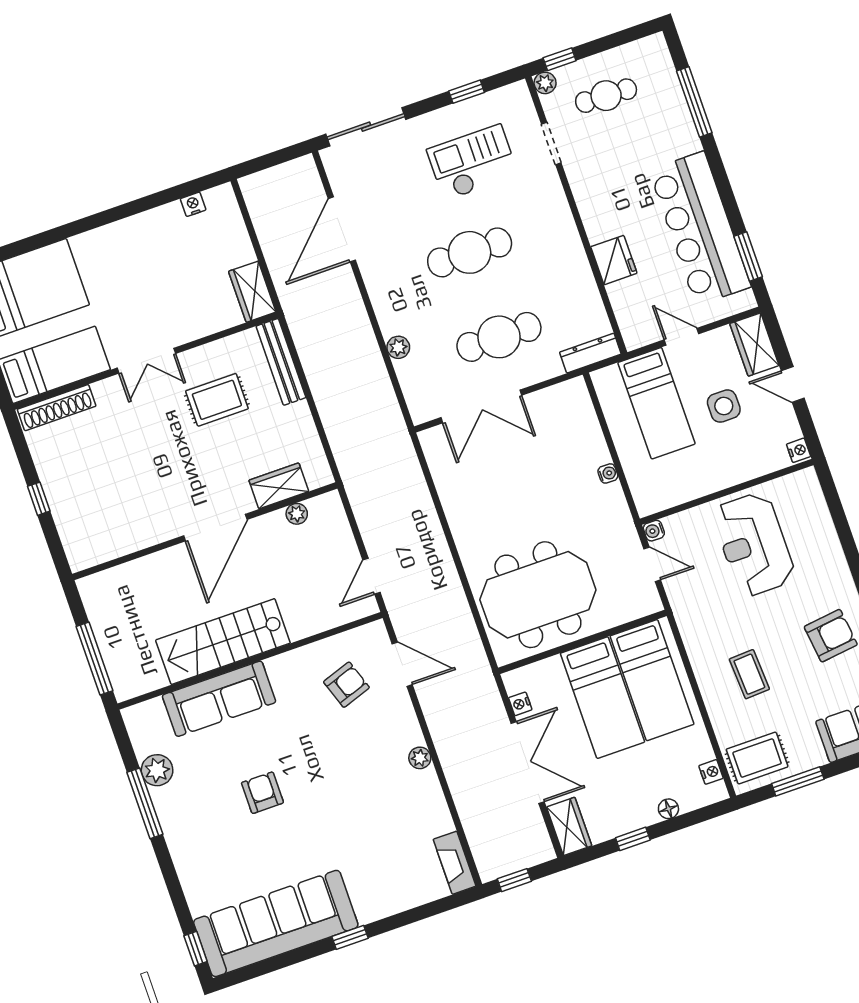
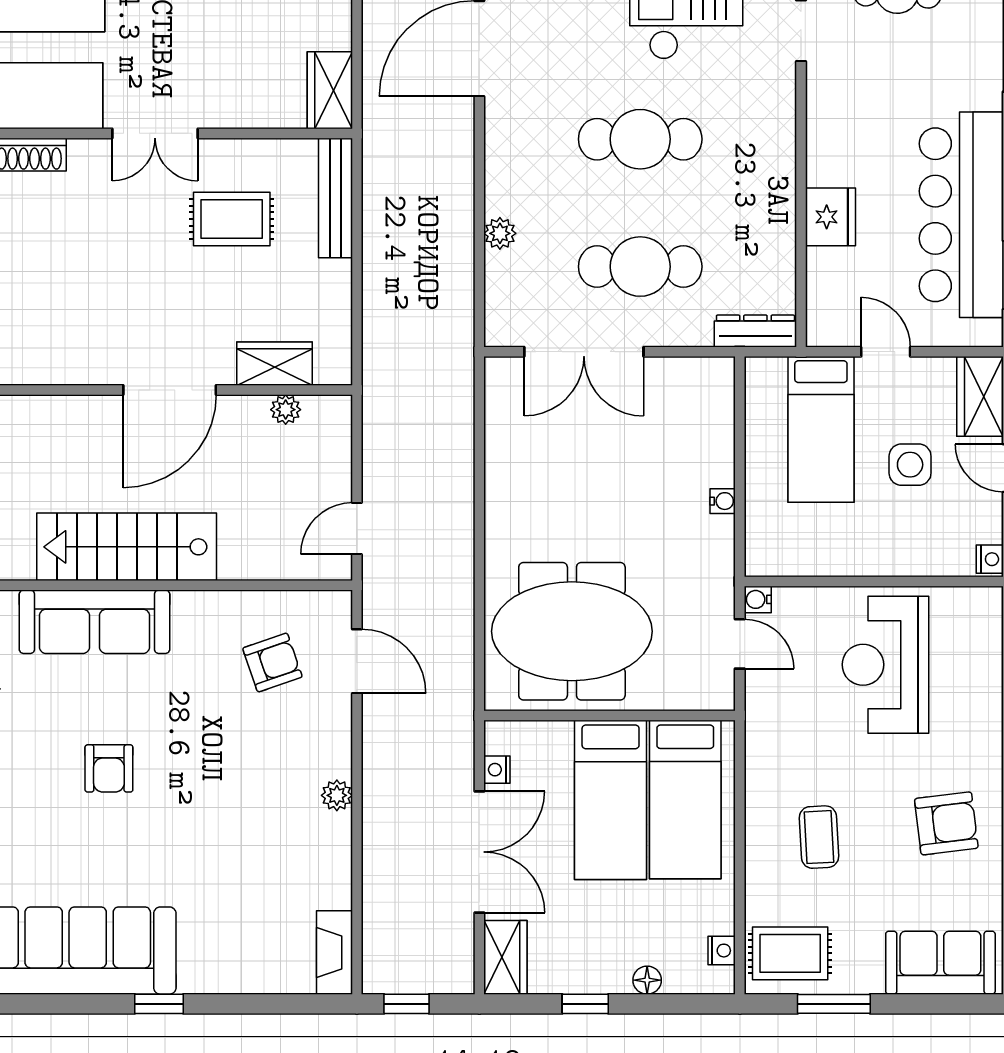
armchair: (262, 793) -> (109, 768), turned 180

